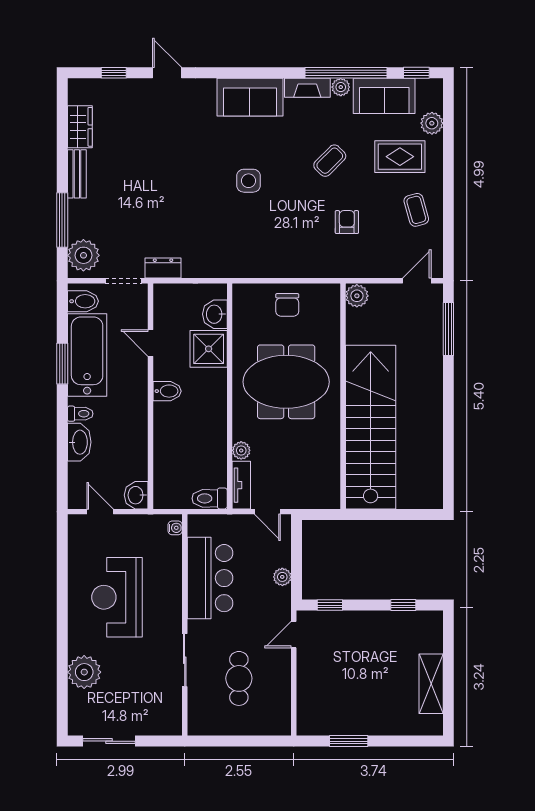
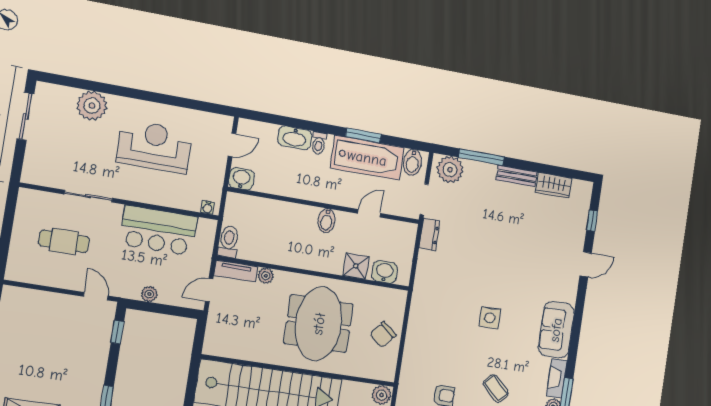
chair: (287, 305) -> (383, 335), turned -50
shower: (209, 349) -> (356, 266), width x0.73, depth x0.73

